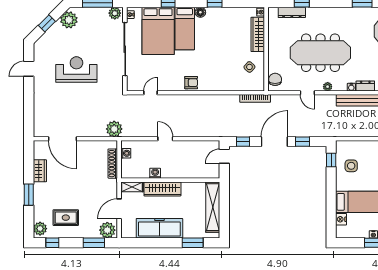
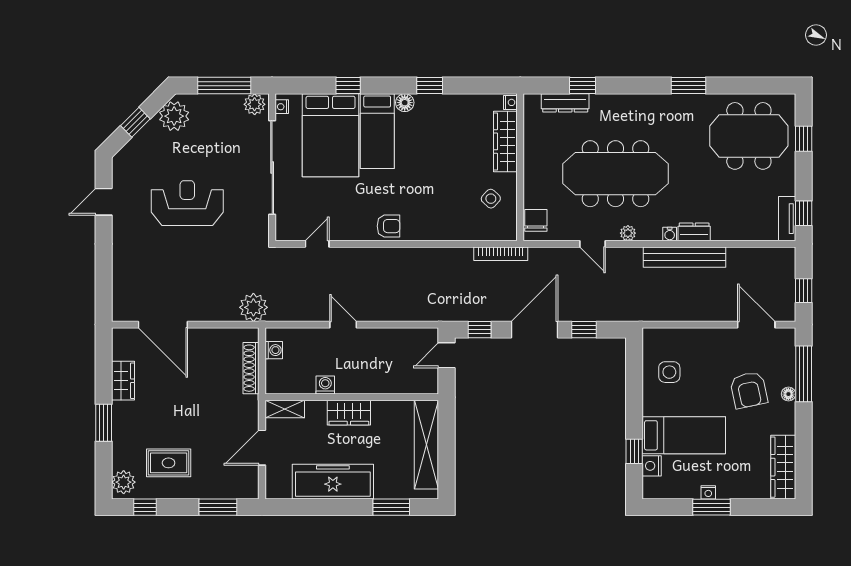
window: (331, 160) -> (634, 451), moved
wardrobe: (162, 189) -> (349, 413), width x0.67
plant: (107, 230) -> (241, 485), removed

